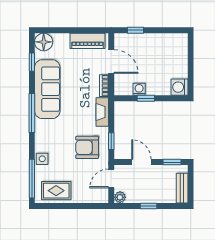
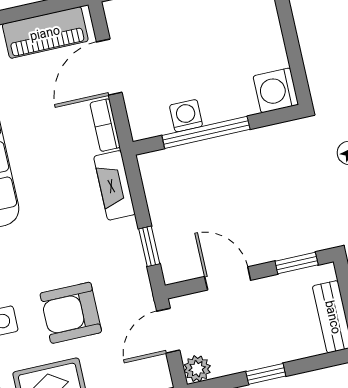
door: (111, 62) -> (109, 67), swing flipped
window: (146, 98) -> (206, 132), width x2.17
armchair: (87, 147) -> (71, 313), moved

